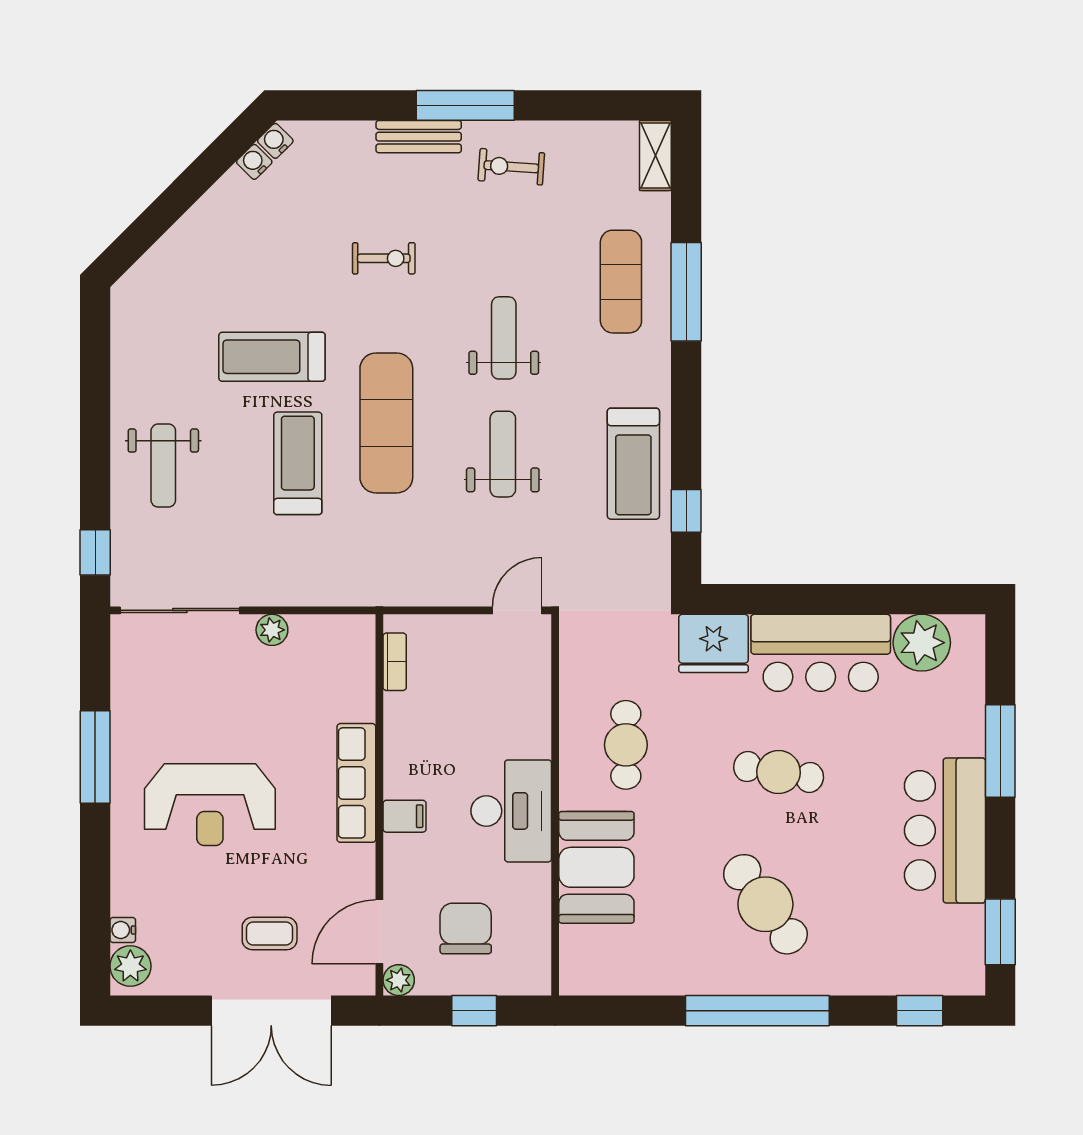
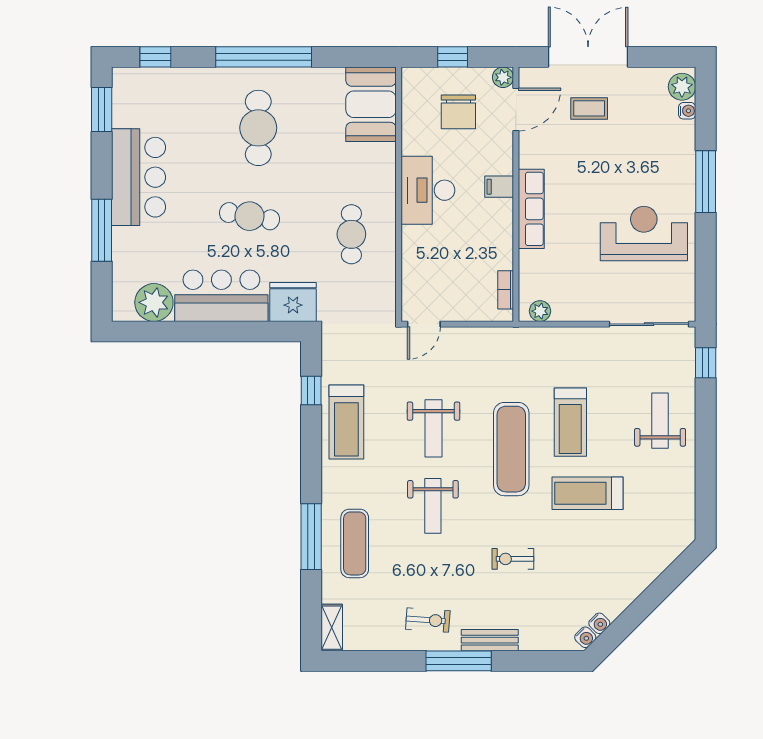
treadmill: (272, 357) -> (588, 493), turned 180
treadmill: (633, 464) -> (346, 422), turned 180
plant: (272, 630) -> (540, 311), moved
window: (95, 757) -> (706, 182), moved
reception desk: (210, 805) -> (644, 233), moved
booth: (596, 867) -> (371, 104), moved
cafe table: (765, 904) -> (258, 128), turned 36

